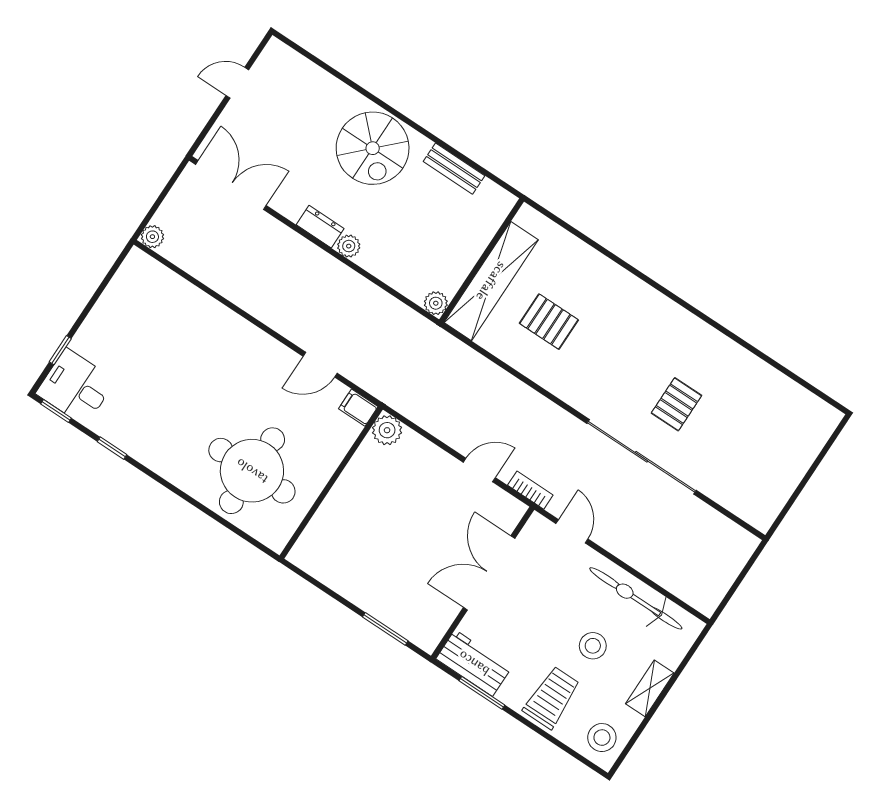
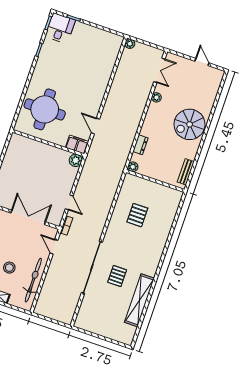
bench: (454, 169) -> (186, 172), moved
double door: (231, 185) -> (159, 70), width x0.73
dresser: (320, 227) -> (140, 145), moved
plant: (349, 246) -> (156, 97), moved
shelving: (491, 281) -> (139, 300), moved, turned 90
pallet: (676, 404) -> (117, 276), turned 90
filing cabinet: (358, 408) -> (77, 145), width x2.00
door: (572, 531) -> (54, 247), swing flipped

